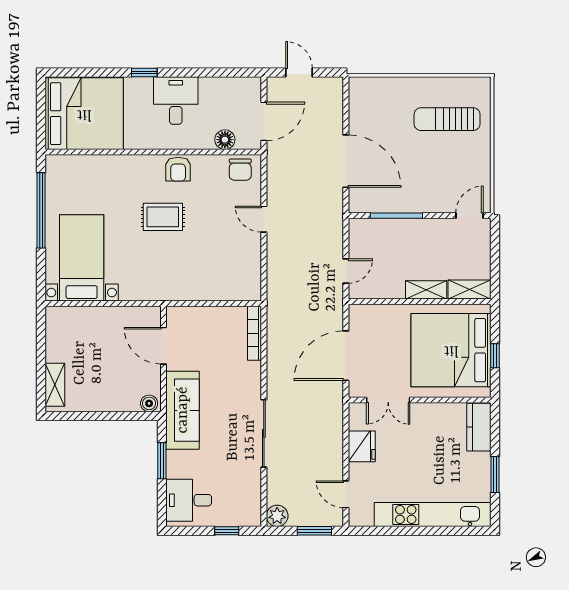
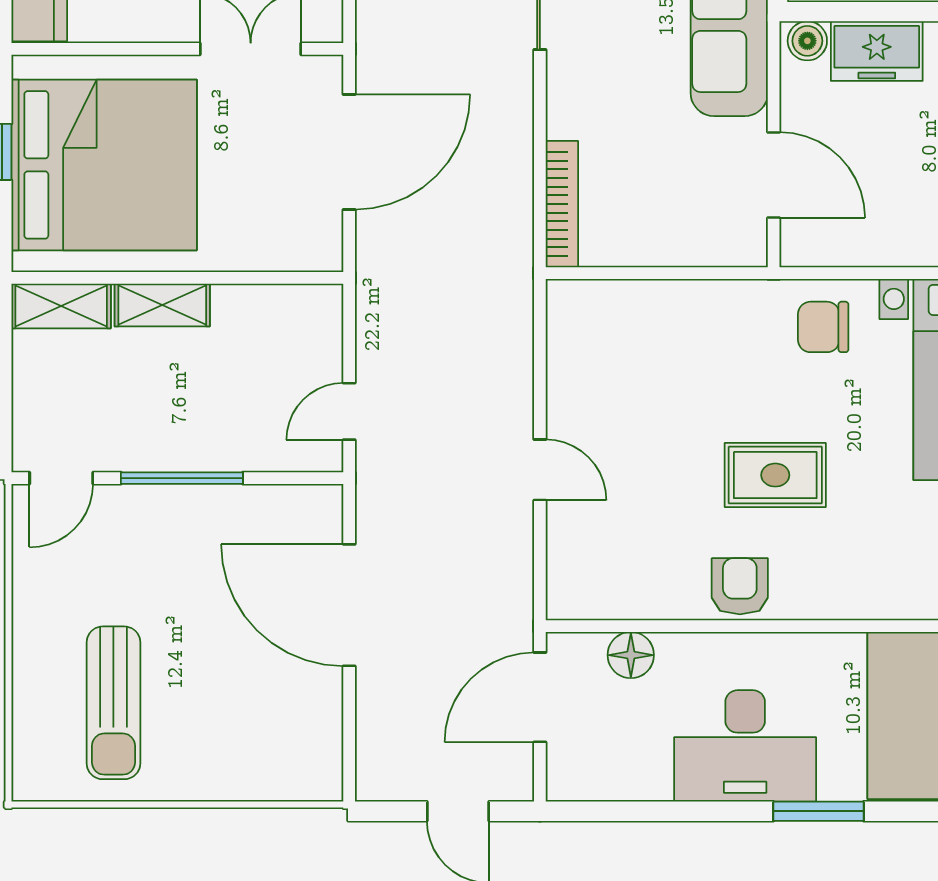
window: (144, 73) -> (819, 811), width x1.50
desk: (176, 101) -> (745, 746), width x1.37
sun lounger: (447, 119) -> (113, 703), turned 90
chair: (240, 170) -> (823, 327), moved, turned -90
window: (396, 216) -> (182, 478), moved
door: (346, 271) -> (349, 411), moved
freezer: (119, 399) -> (877, 51), added

